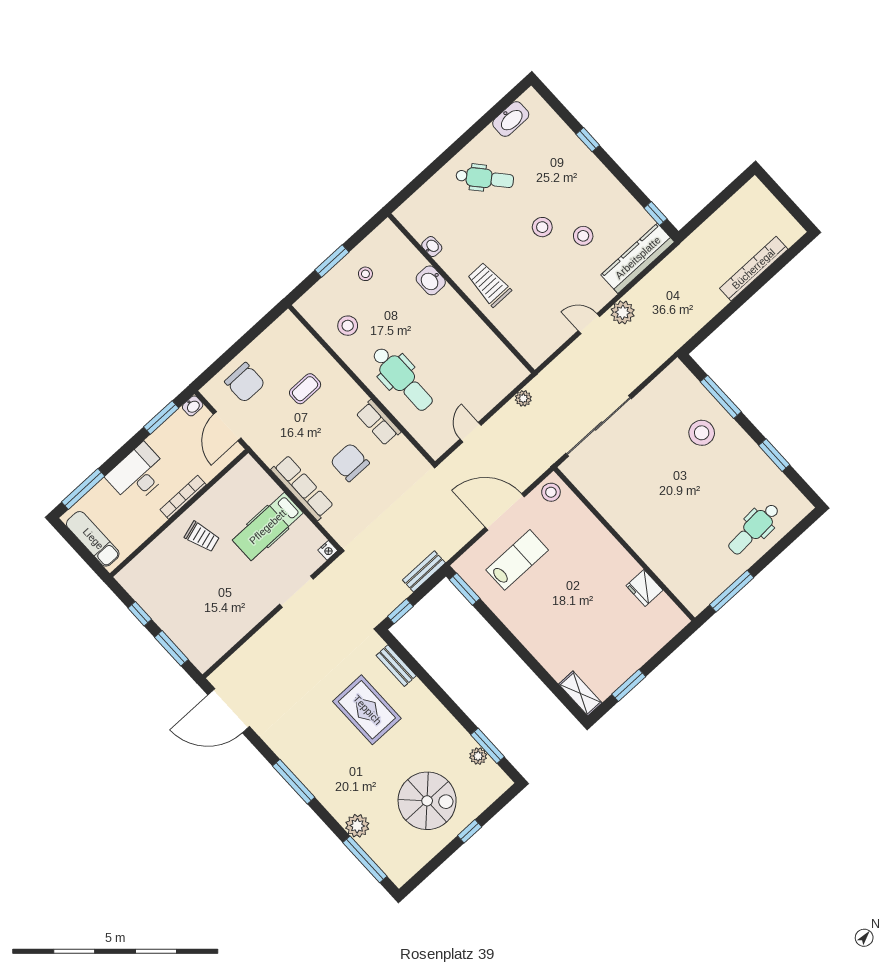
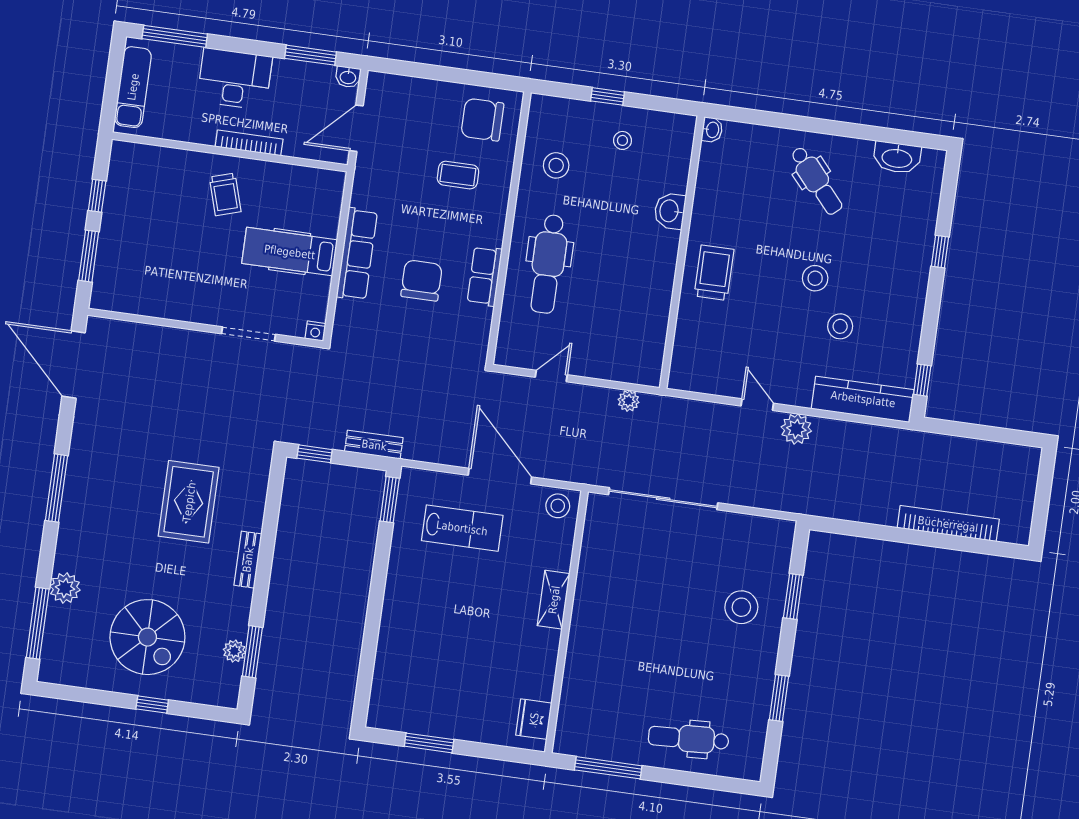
washbasin: (432, 247) -> (712, 130), moved
window: (332, 261) -> (608, 96), width x0.67
chair: (245, 383) -> (482, 120), moved, turned 90
window: (721, 397) -> (793, 597), width x0.69
fridge: (645, 588) -> (534, 719), moved
bench: (396, 666) -> (248, 560), moved
shelving: (580, 693) -> (554, 600), moved

